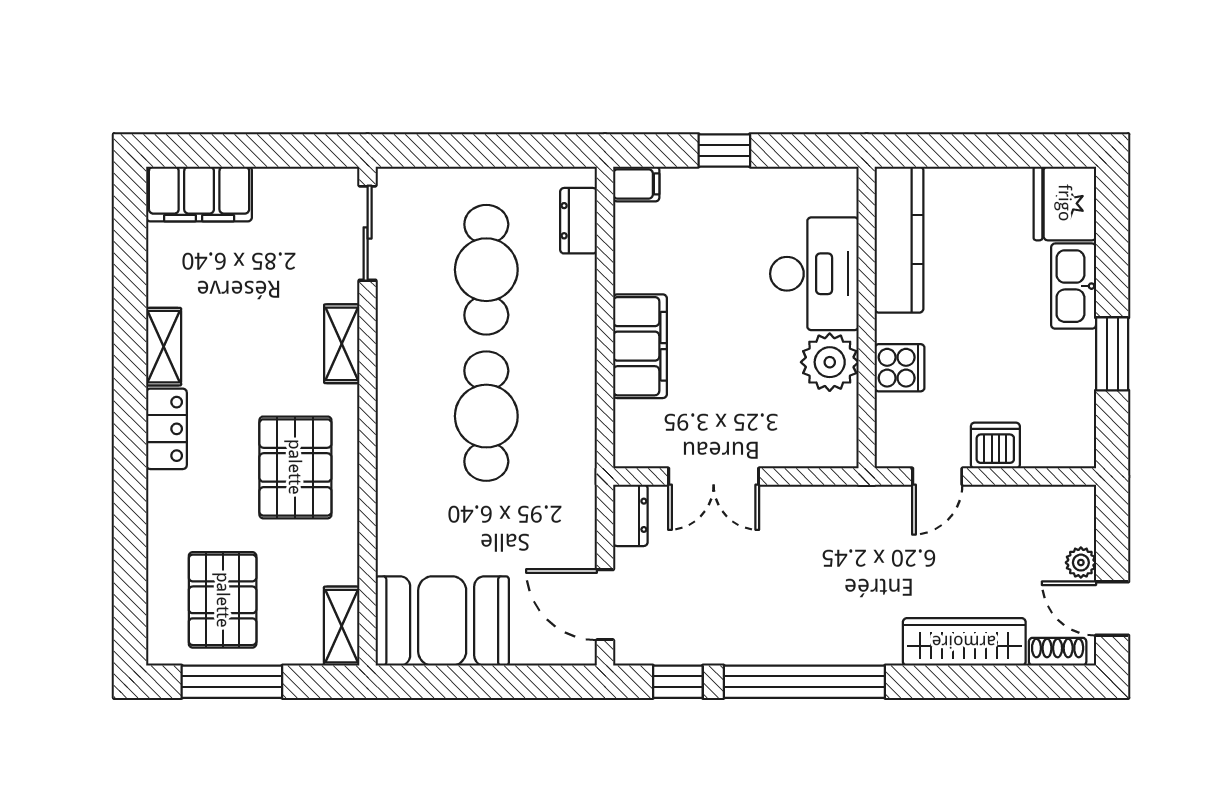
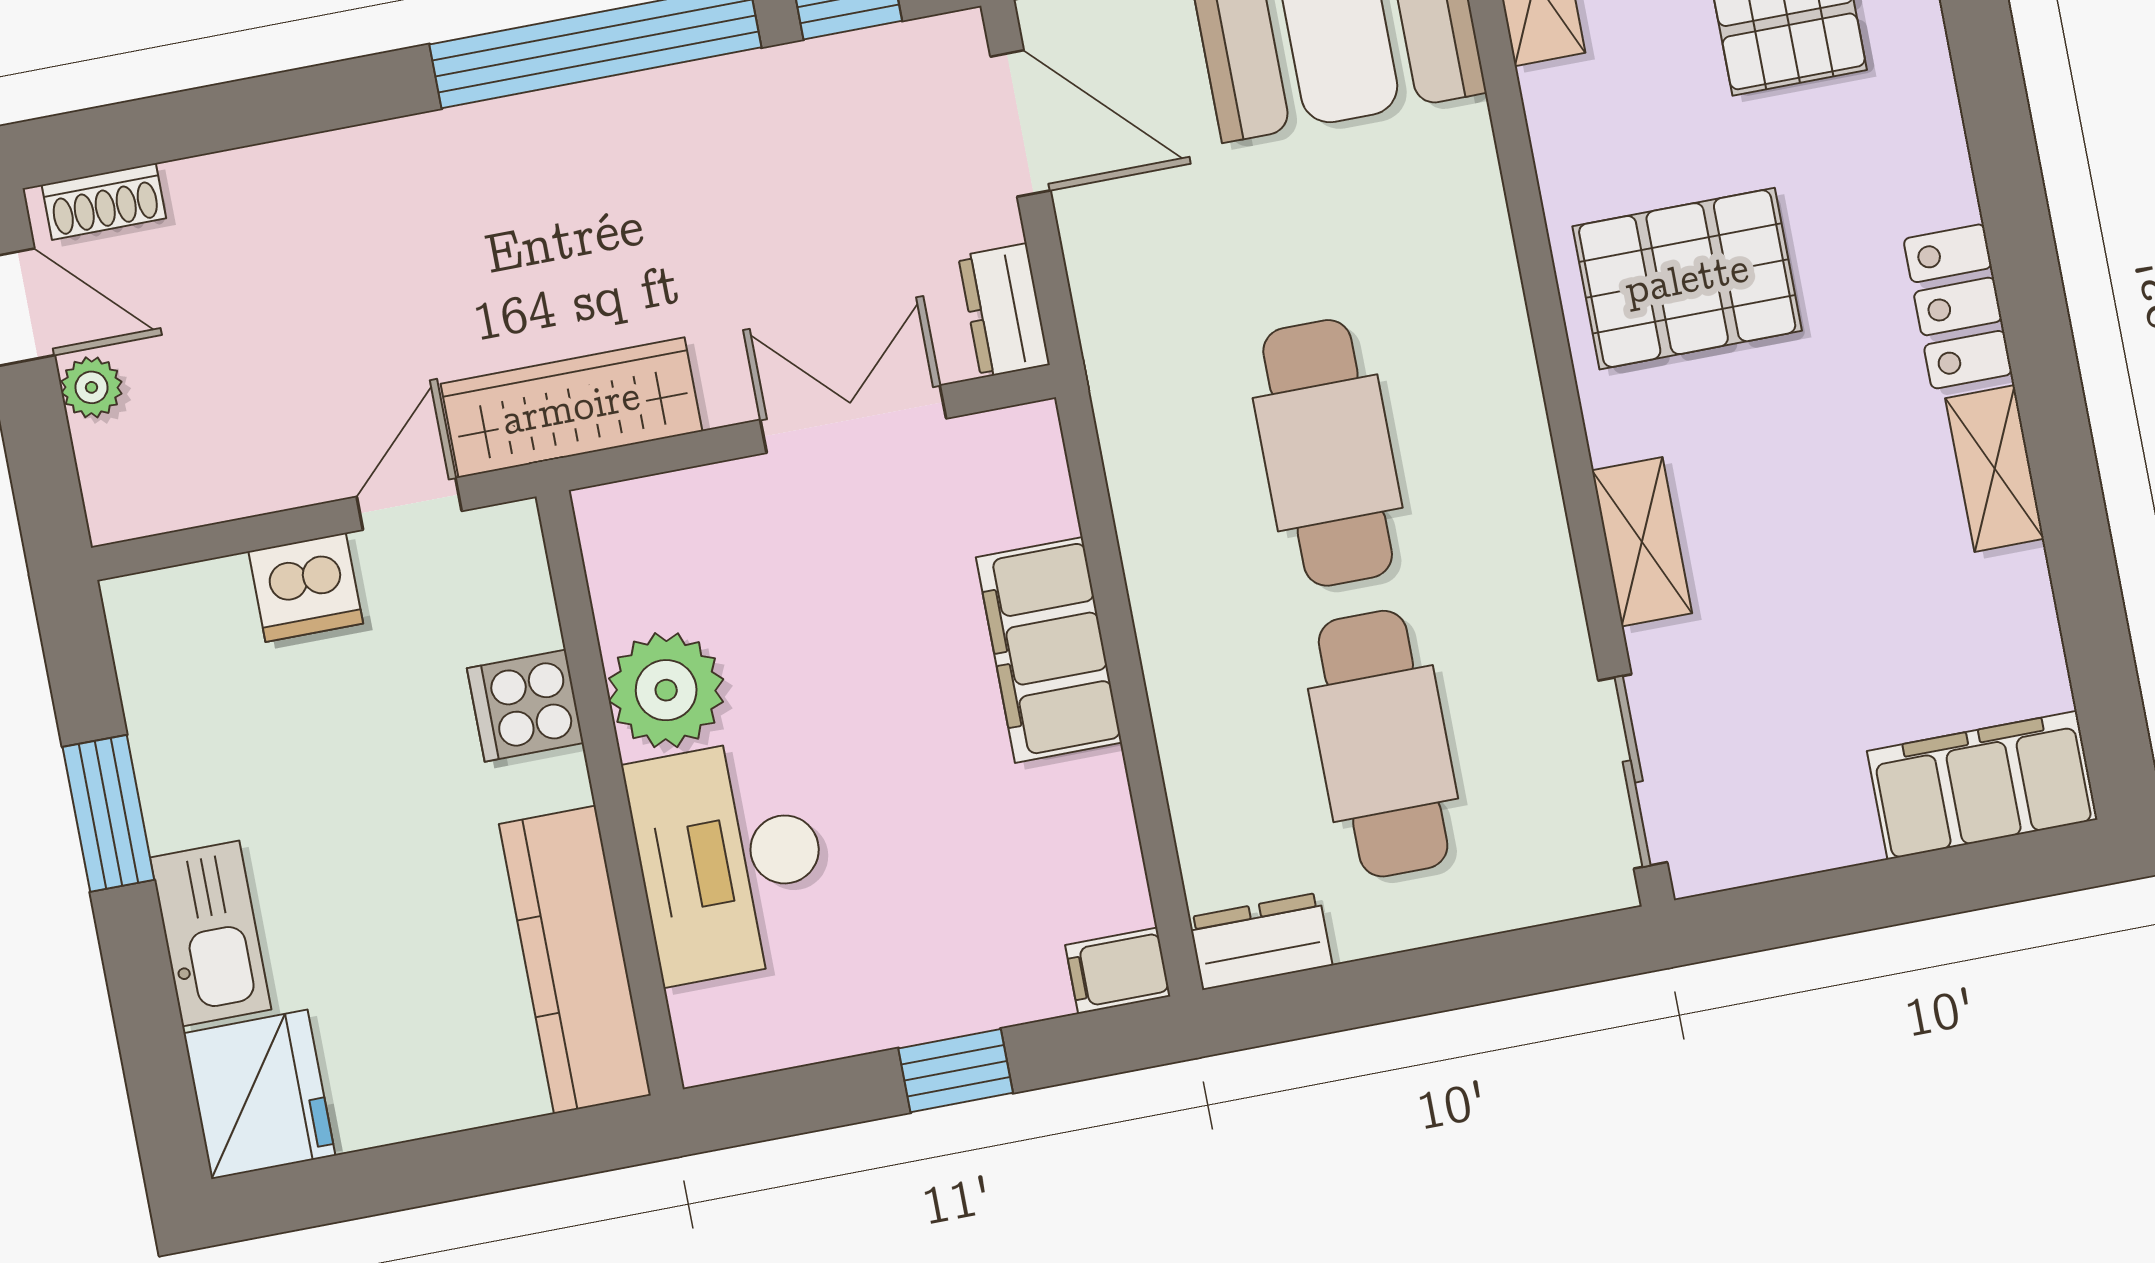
dresser: (579, 221) -> (1260, 941), moved, turned -90
pallet: (295, 467) -> (1687, 279), turned 90
wardrobe: (964, 642) -> (571, 408), moved, turned 180

